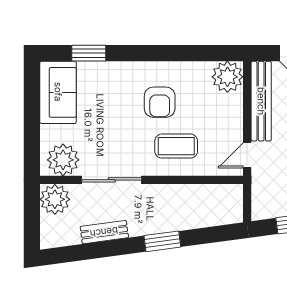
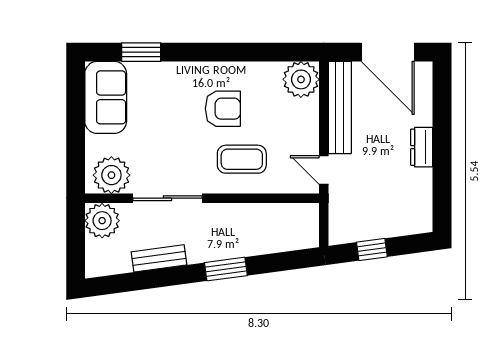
armchair: (160, 102) -> (223, 109), turned -90
door: (247, 155) -> (324, 170), hinge flipped

